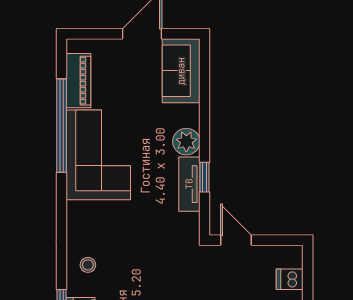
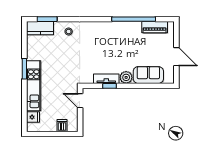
sofa: (181, 71) -> (148, 75), moved
corner sofa: (98, 155) -> (120, 36), removed
door: (236, 240) -> (80, 101), swing flipped

